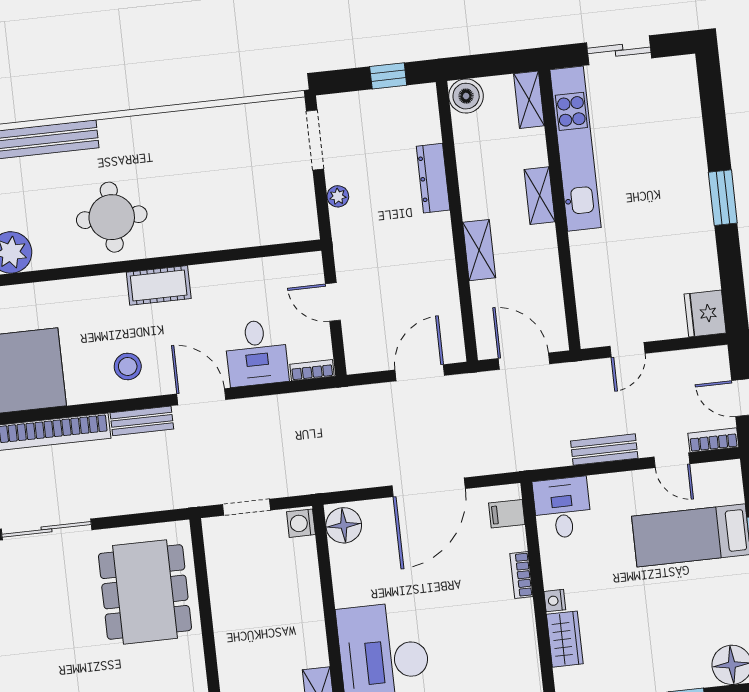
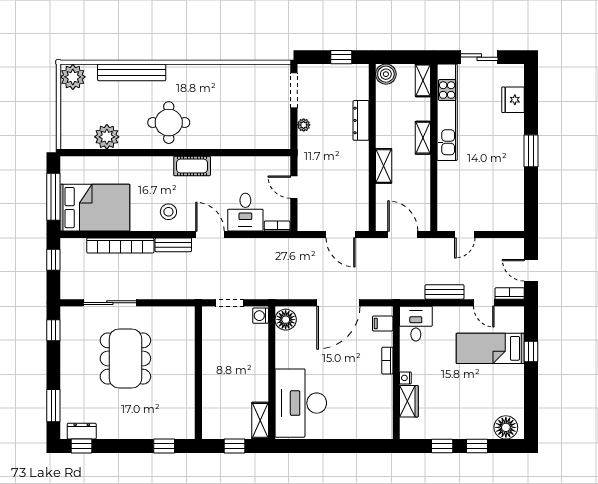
fridge: (705, 313) -> (513, 100), moved
door: (420, 373) -> (341, 234), swing flipped
dining table: (145, 592) -> (125, 358), moved

